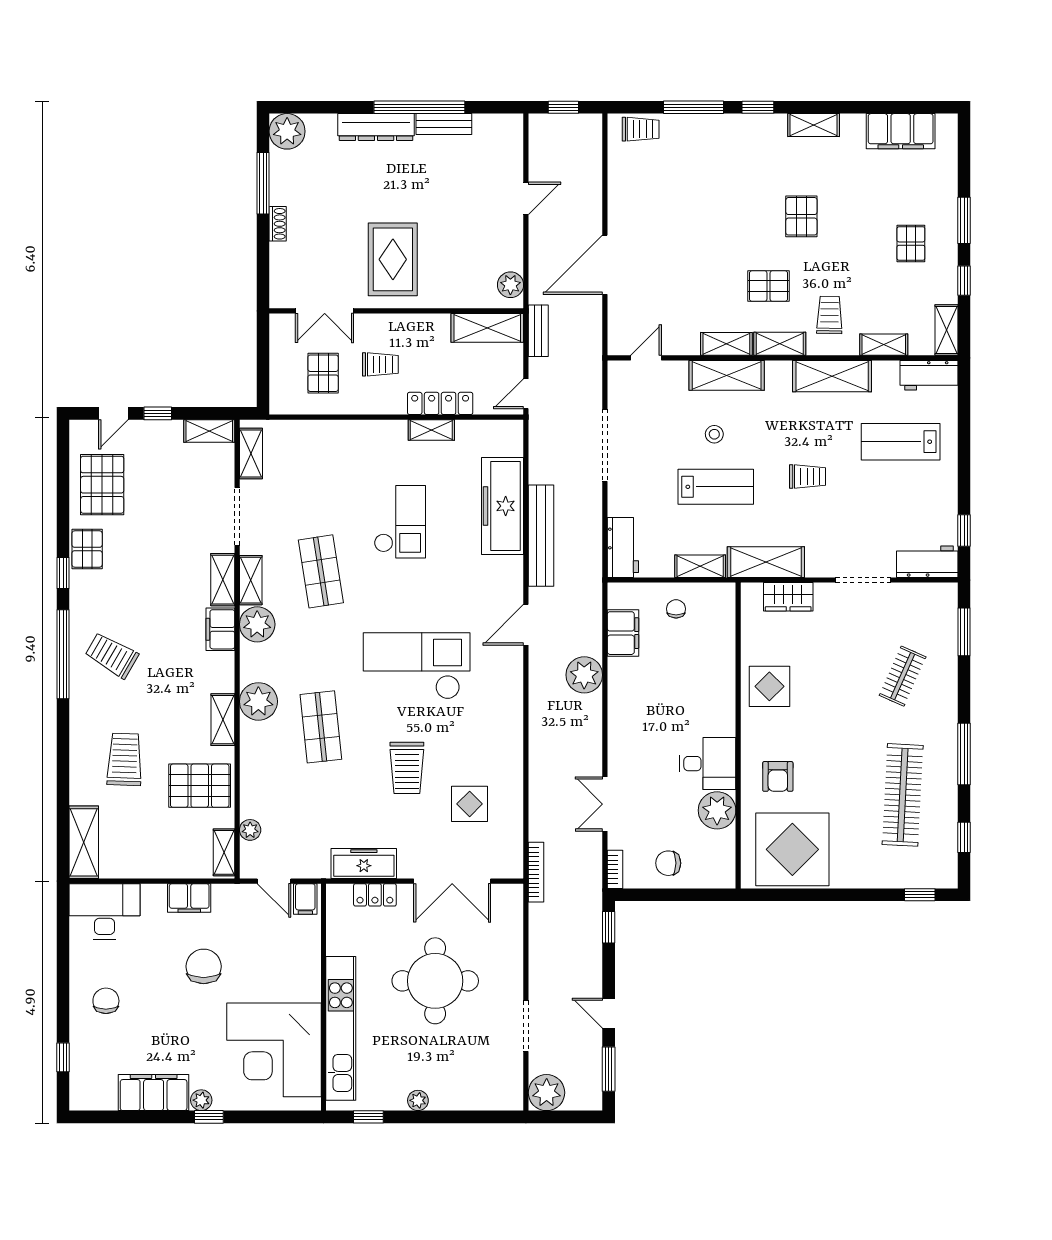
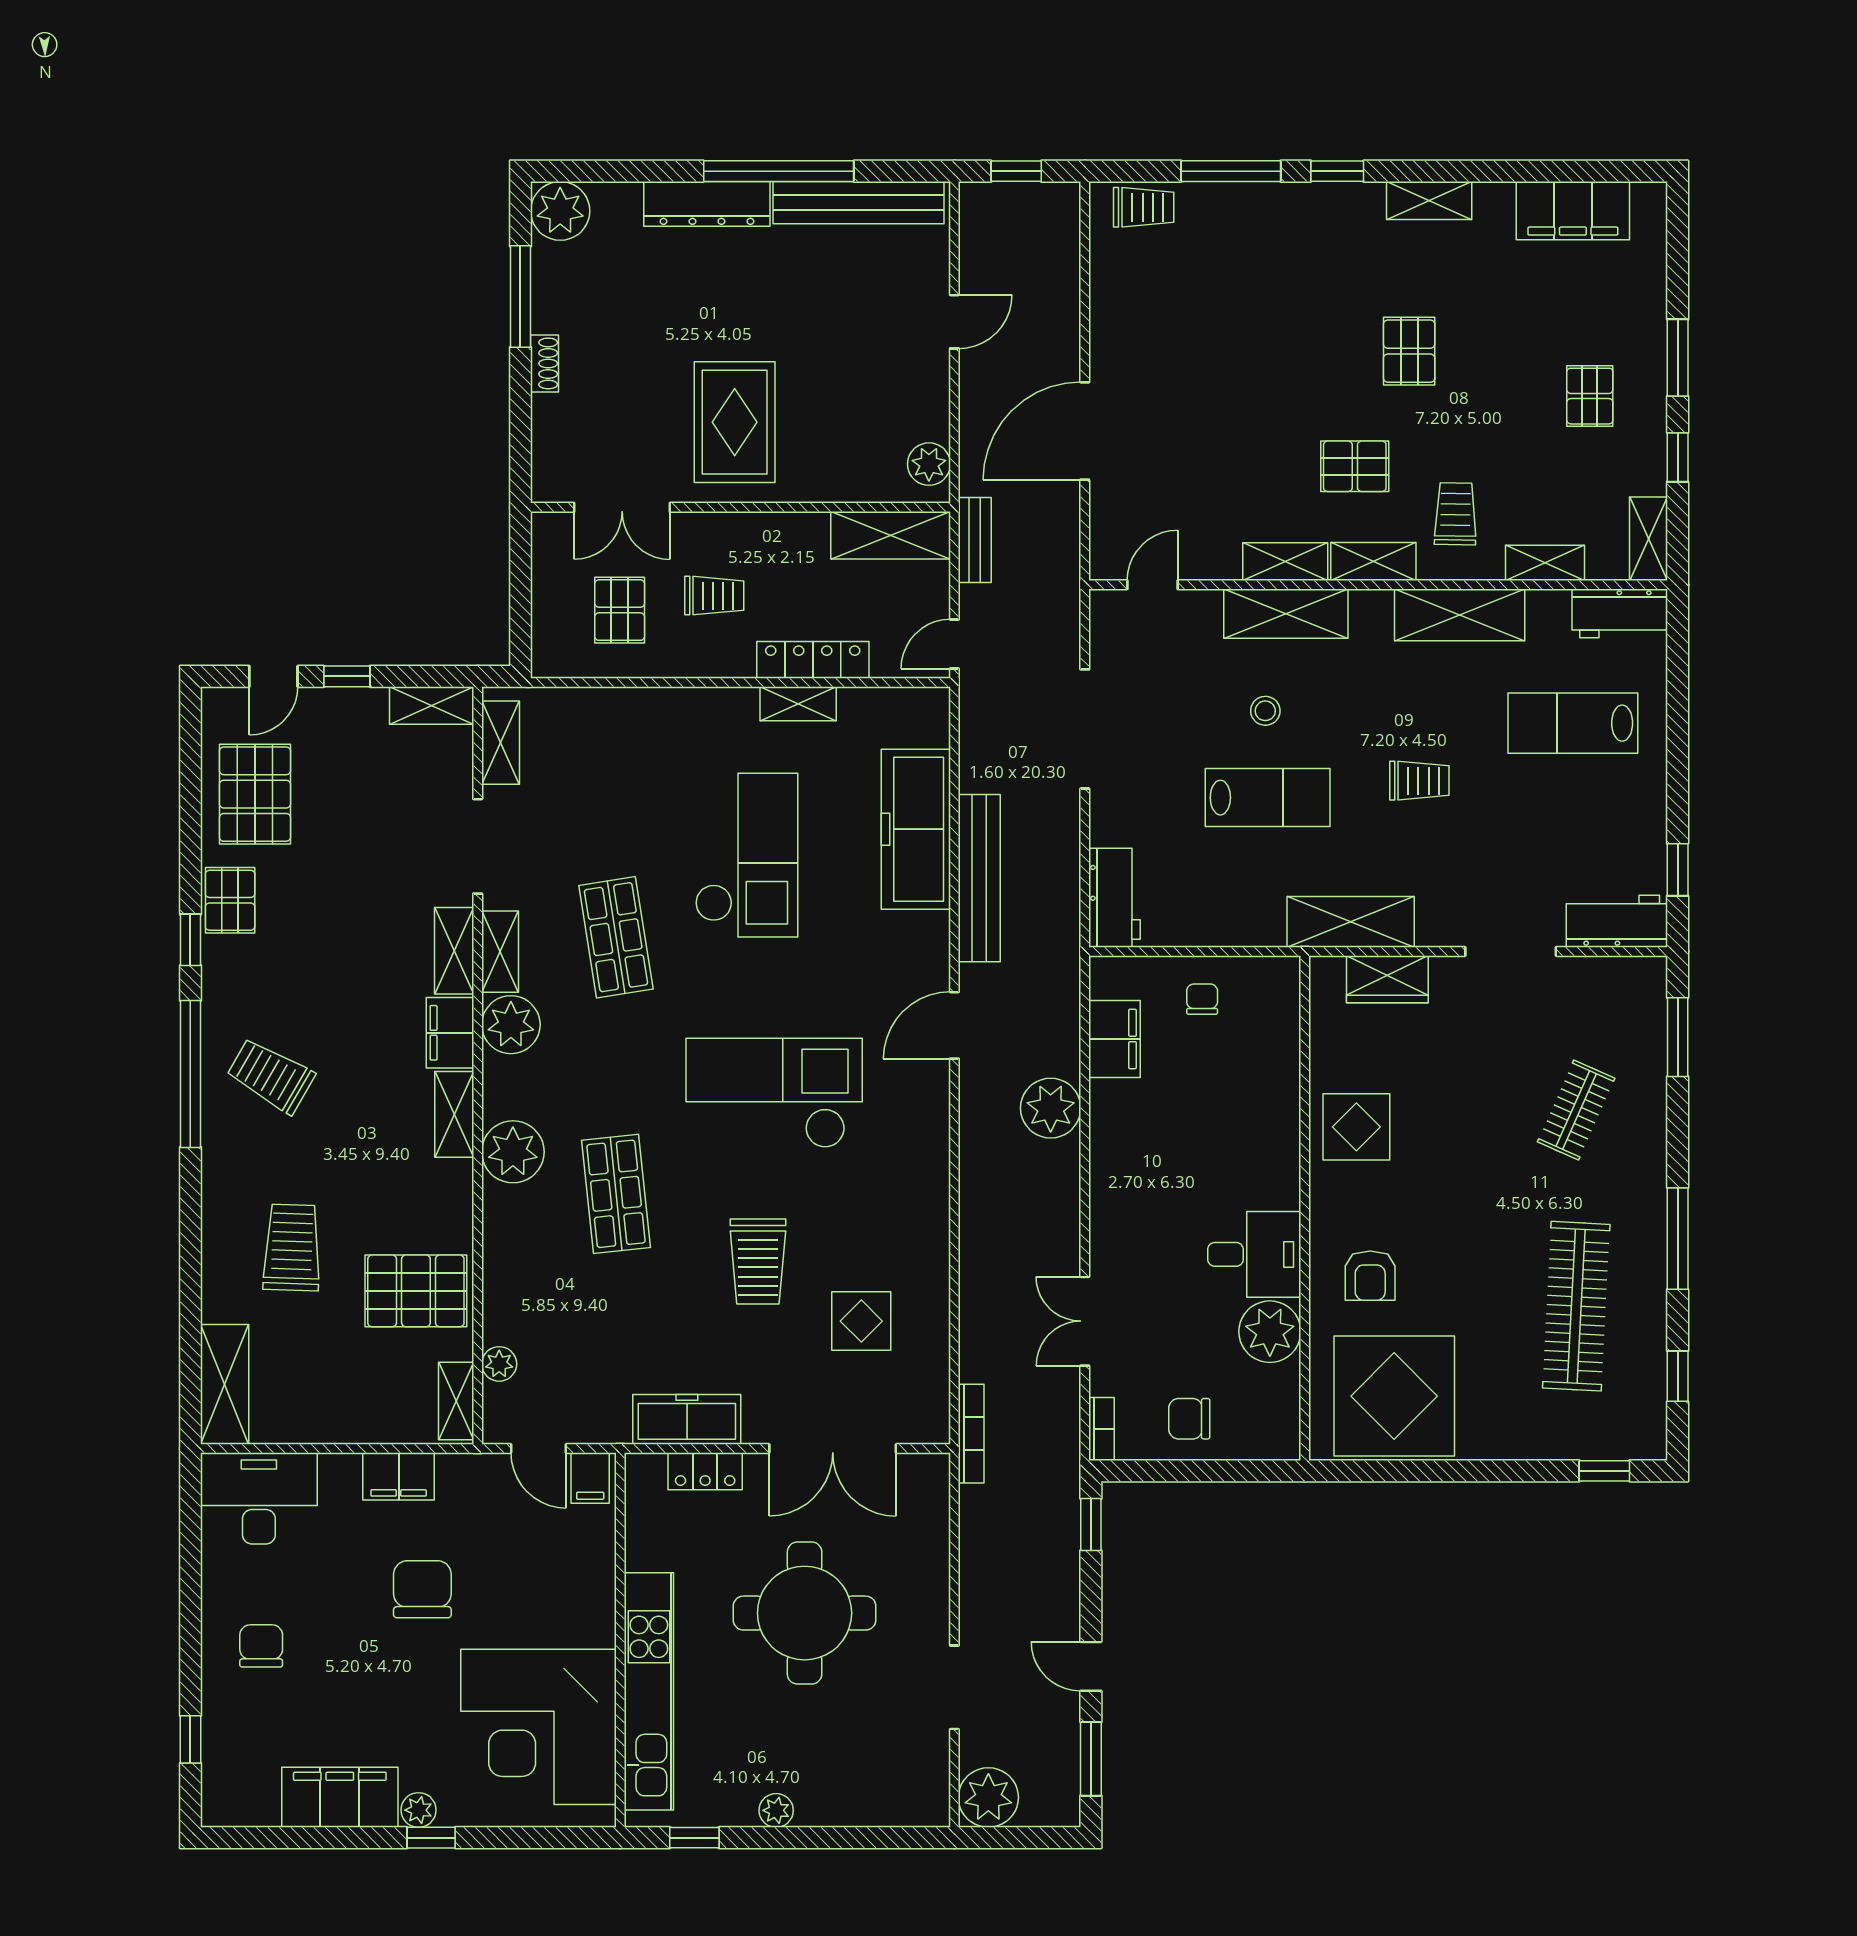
bench: (444, 124) -> (859, 203), width x1.86, depth x1.21
checkout: (400, 522) -> (746, 855), width x1.36, depth x1.21
shelving: (700, 566) -> (1242, 929), removed
shelving: (223, 720) -> (454, 1114), moved

